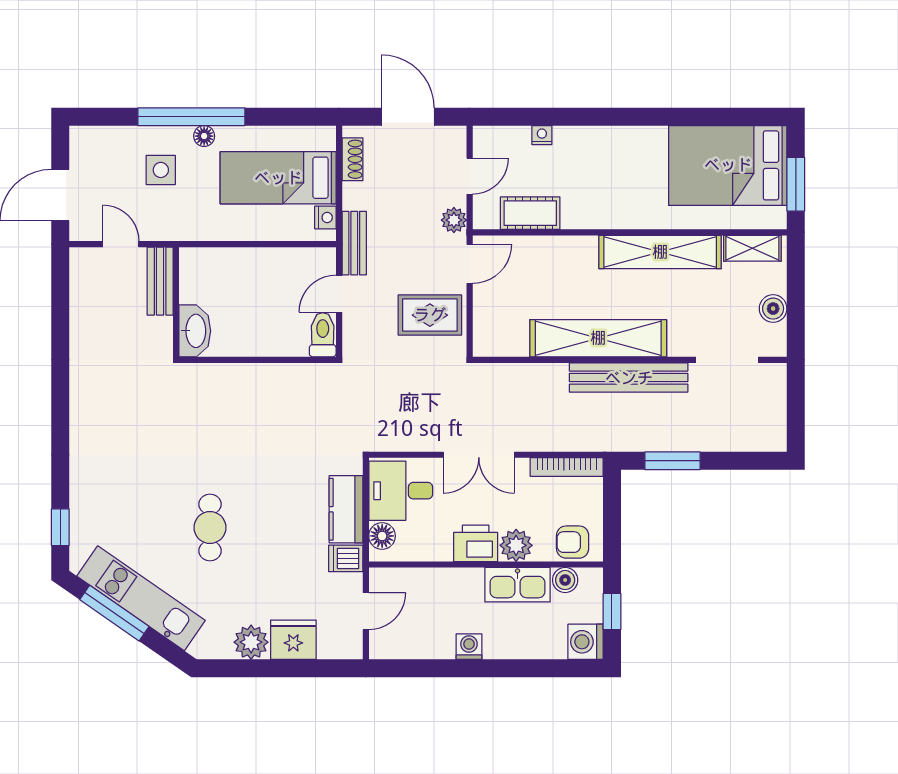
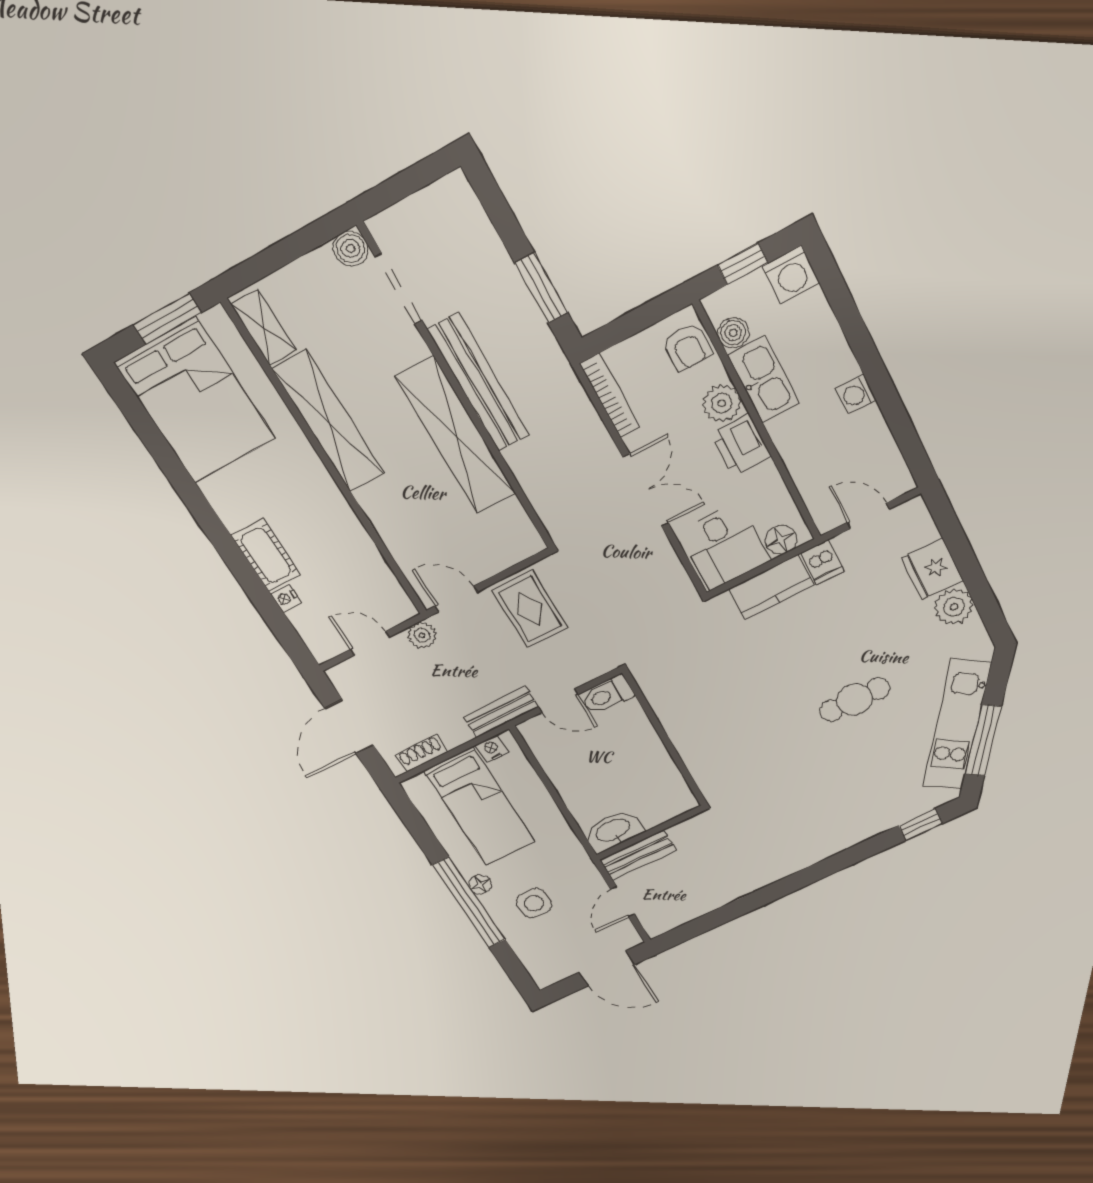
cot: (530, 213) -> (266, 555), moved
boiler: (773, 309) -> (351, 248), moved
washbasin: (195, 331) -> (613, 831), moved

